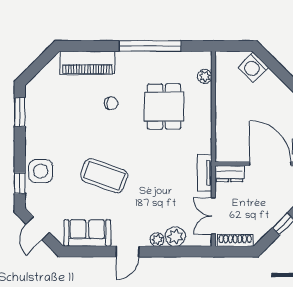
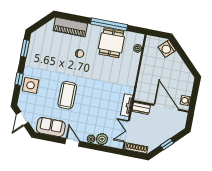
dining table: (164, 107) -> (111, 43), moved
coffee table: (104, 176) -> (67, 95), turned 70
window: (20, 183) -> (19, 79), moved
door: (127, 252) -> (72, 142), swing flipped

